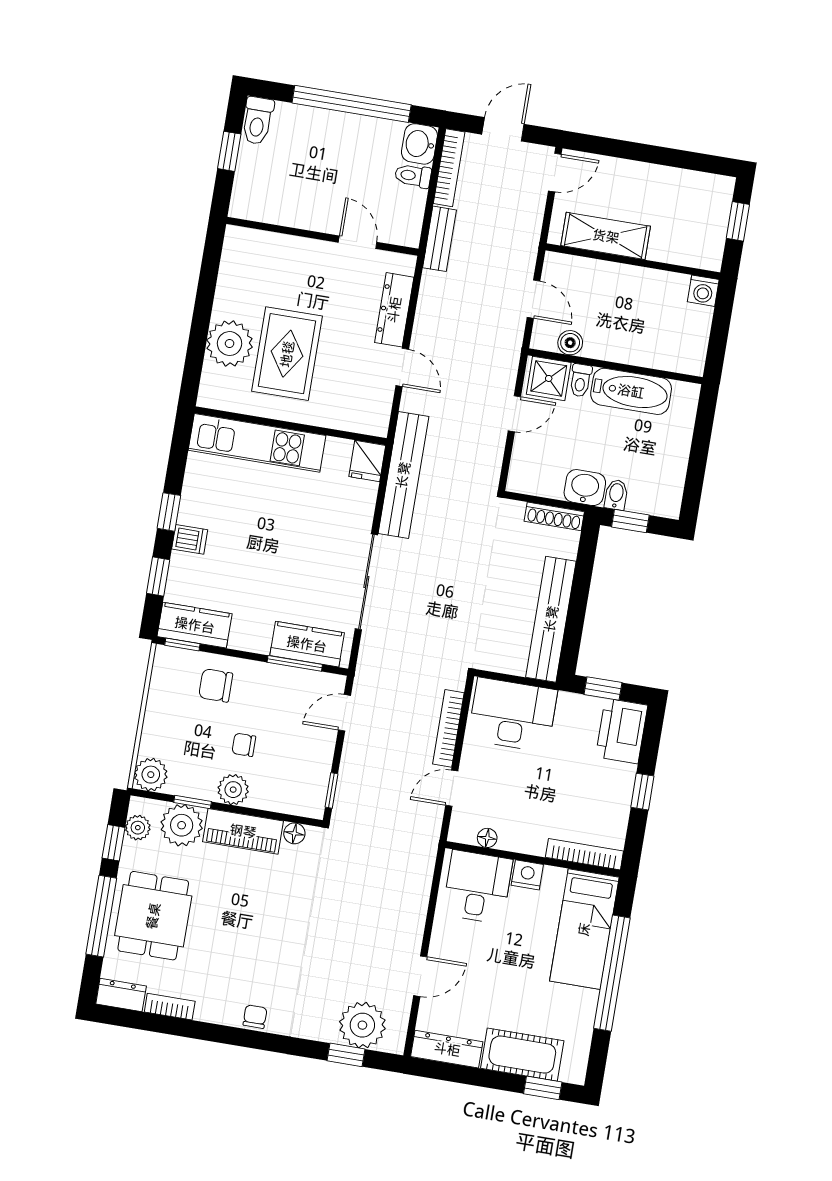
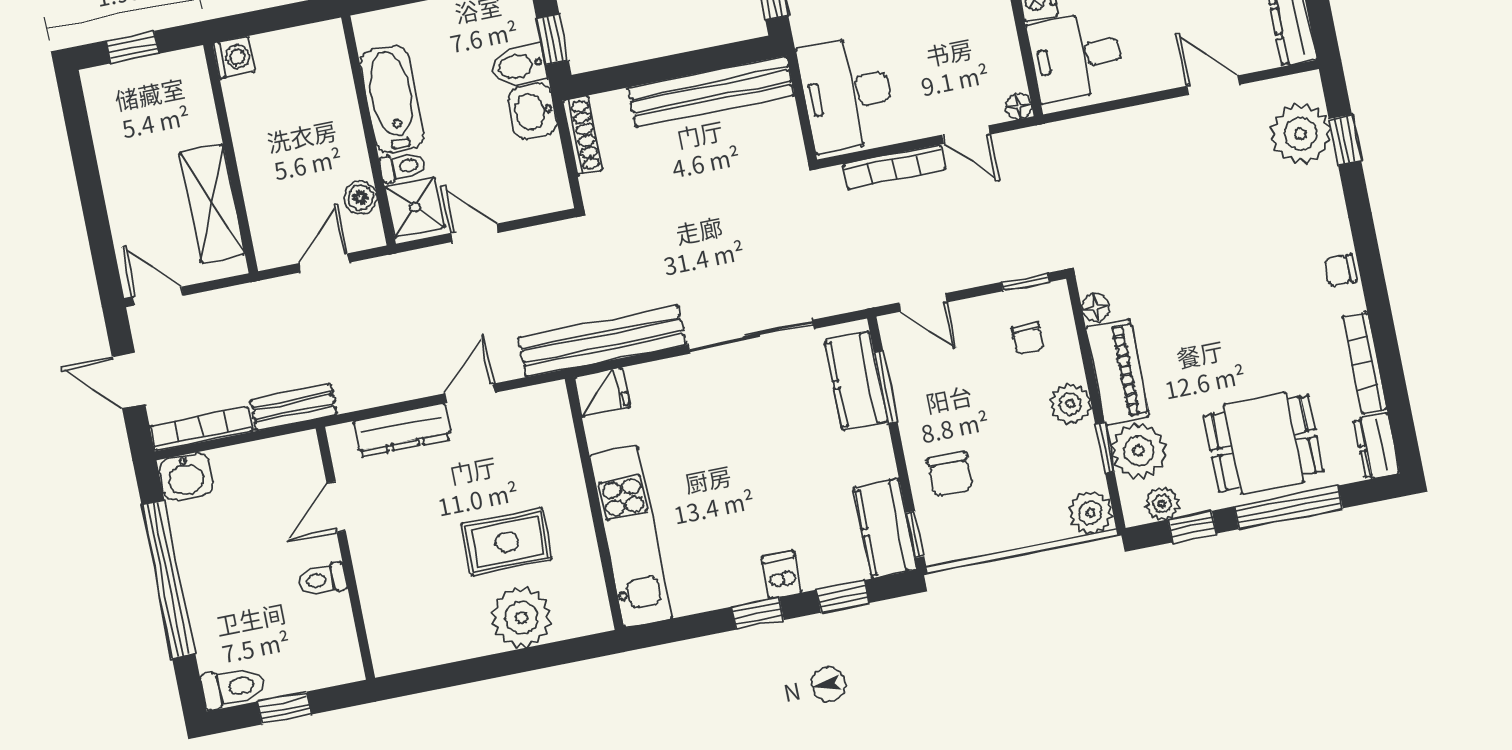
toilet: (413, 176) -> (322, 580), moved, turned 90
rug: (287, 354) -> (507, 542), width x0.73, depth x0.70
bidet: (616, 495) -> (519, 66), width x1.38, depth x1.36
chair: (244, 745) -> (1028, 339), moved
floor lamp: (487, 838) -> (1019, 106), moved
bookcase: (170, 1007) -> (1365, 363), width x1.56

